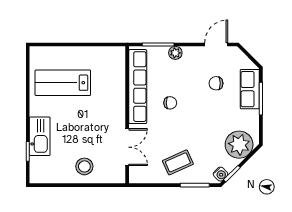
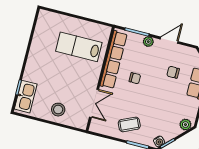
door: (216, 45) -> (169, 40), moved
lab bench: (63, 83) -> (79, 47), moved
kitchen sink: (40, 136) -> (26, 97), moved
plant: (239, 145) -> (185, 125), width x0.53, depth x0.53

